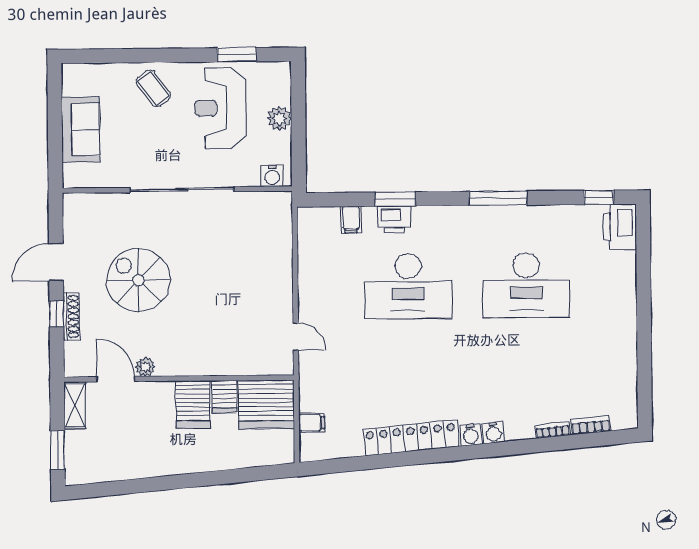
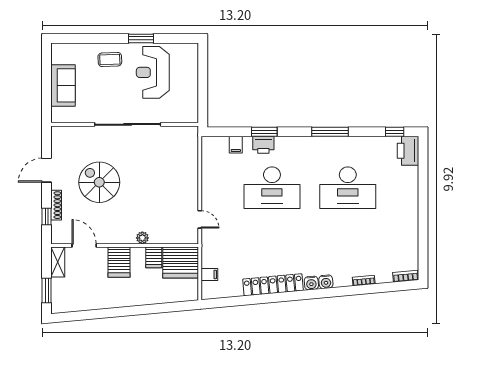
window: (237, 55) -> (141, 38), moved
coffee table: (153, 88) -> (110, 60), turned -55
plant: (279, 119) -> (191, 79), removed
water cooler: (272, 176) -> (186, 116), removed
window: (57, 314) -> (47, 216), moved
plant: (145, 367) -> (142, 238), moved
server rack: (193, 404) -> (119, 262), moved
bookcase: (591, 425) -> (406, 276), moved

